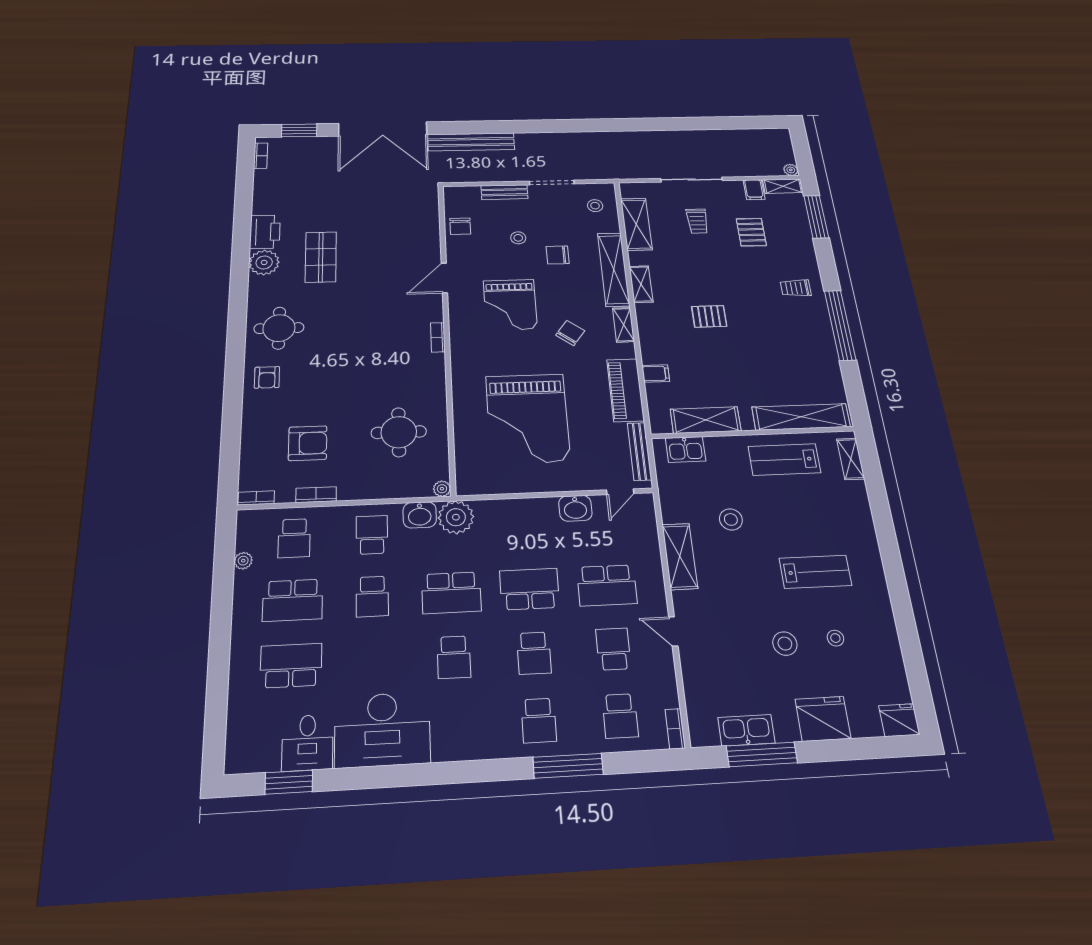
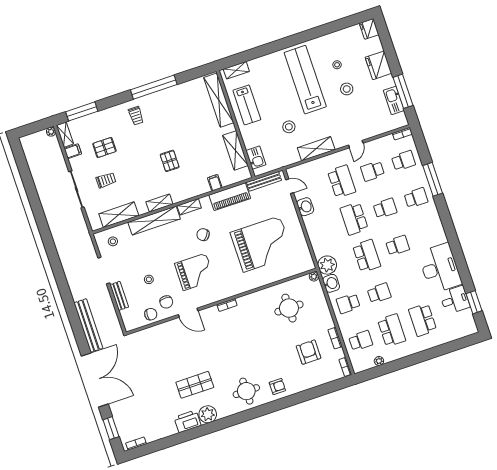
chair: (558, 255) -> (166, 302), moved
lab bench: (815, 572) -> (305, 80), width x1.86, depth x1.39

